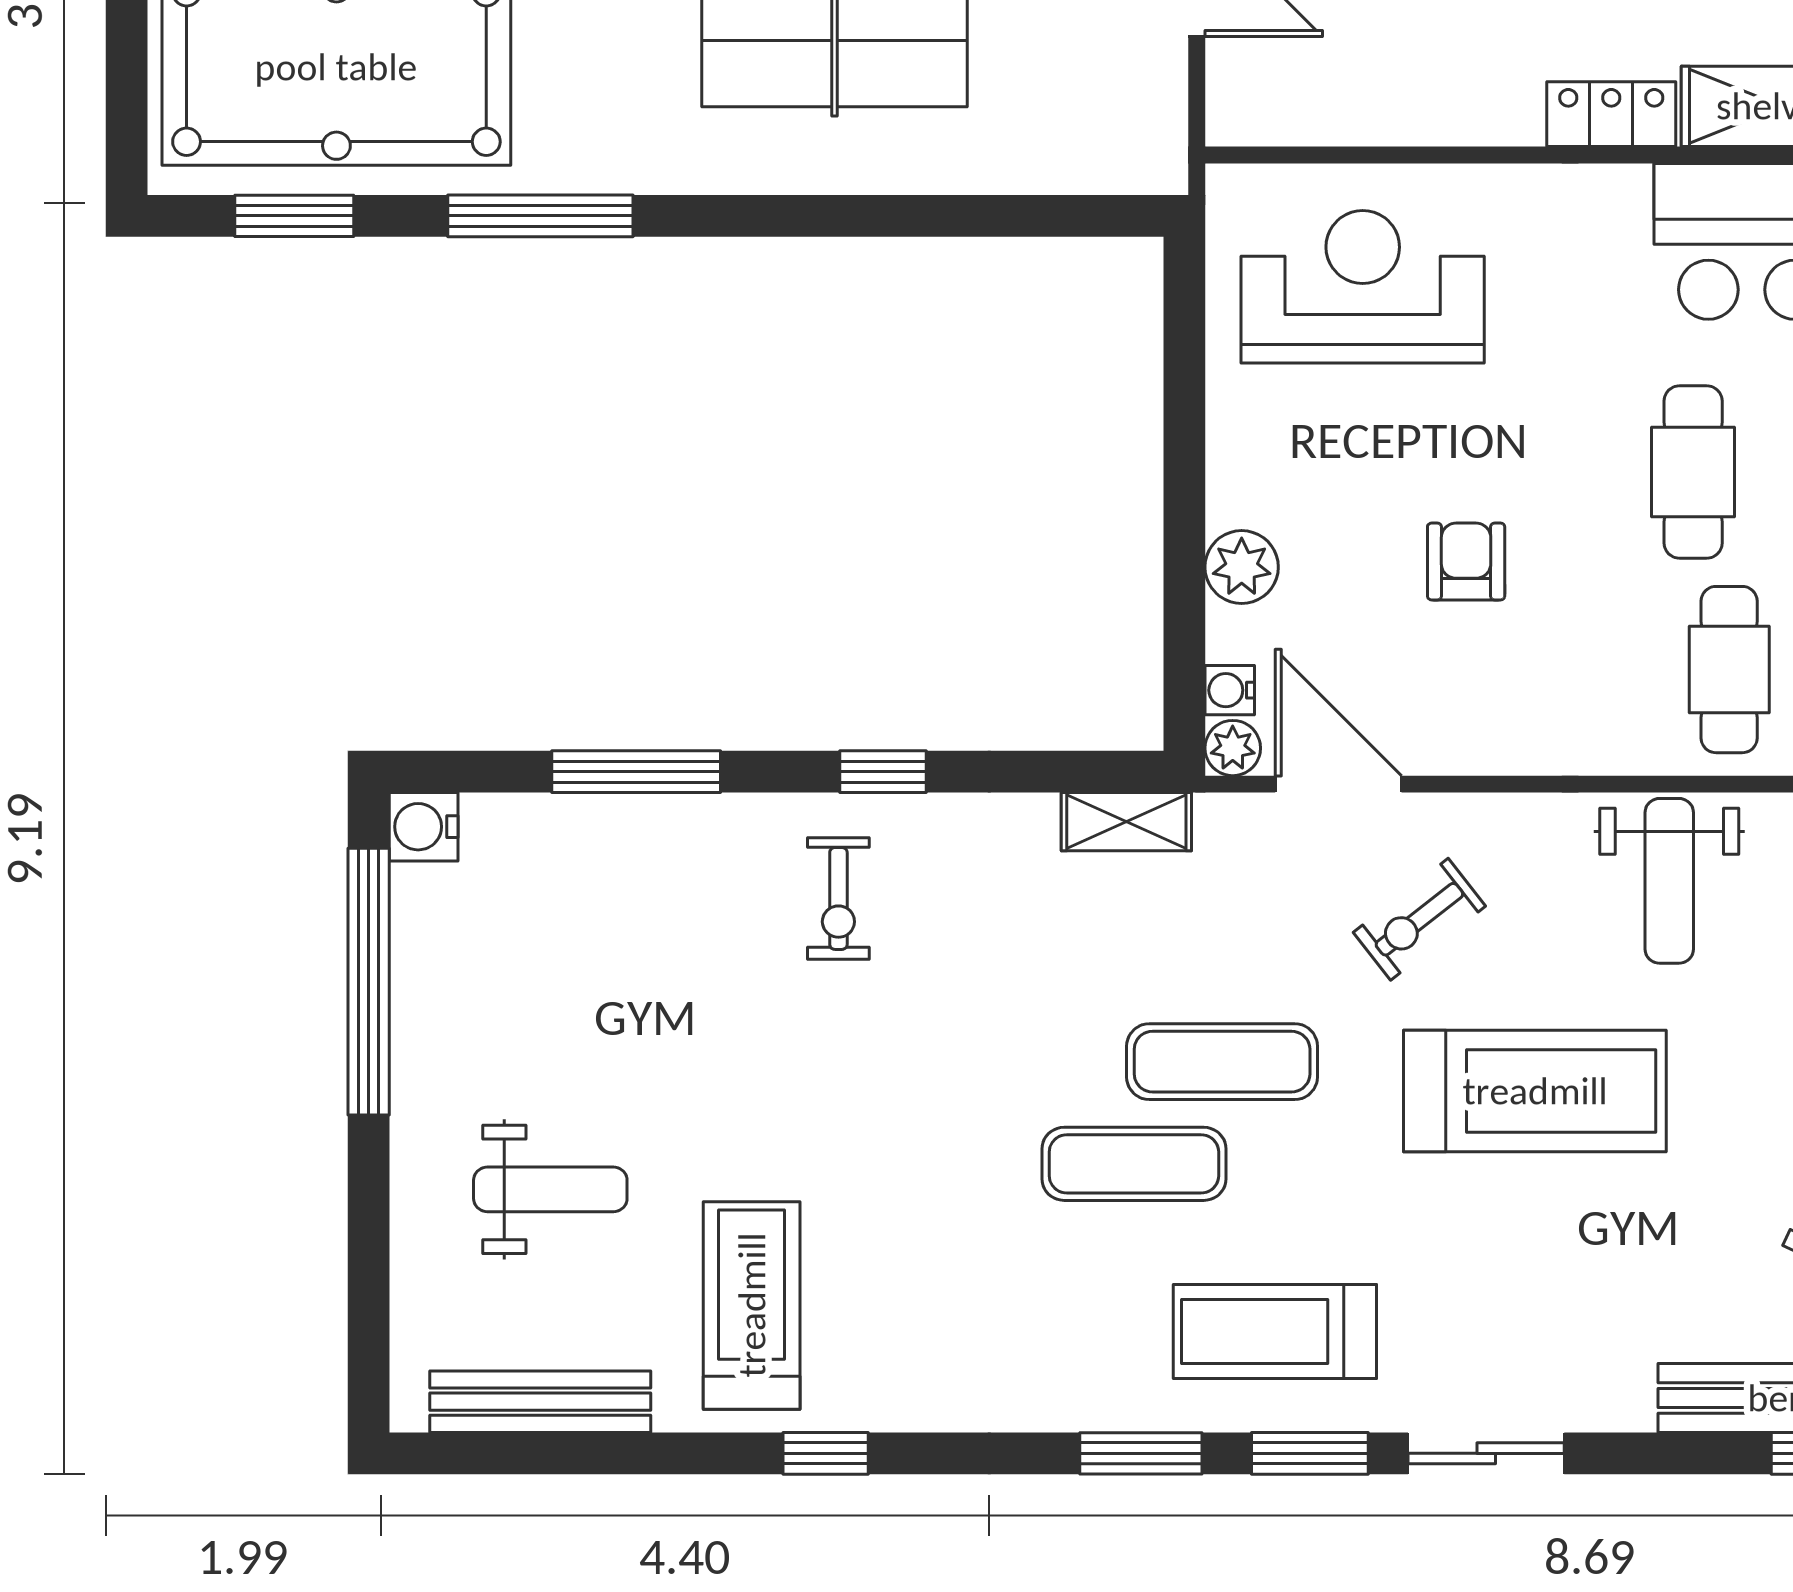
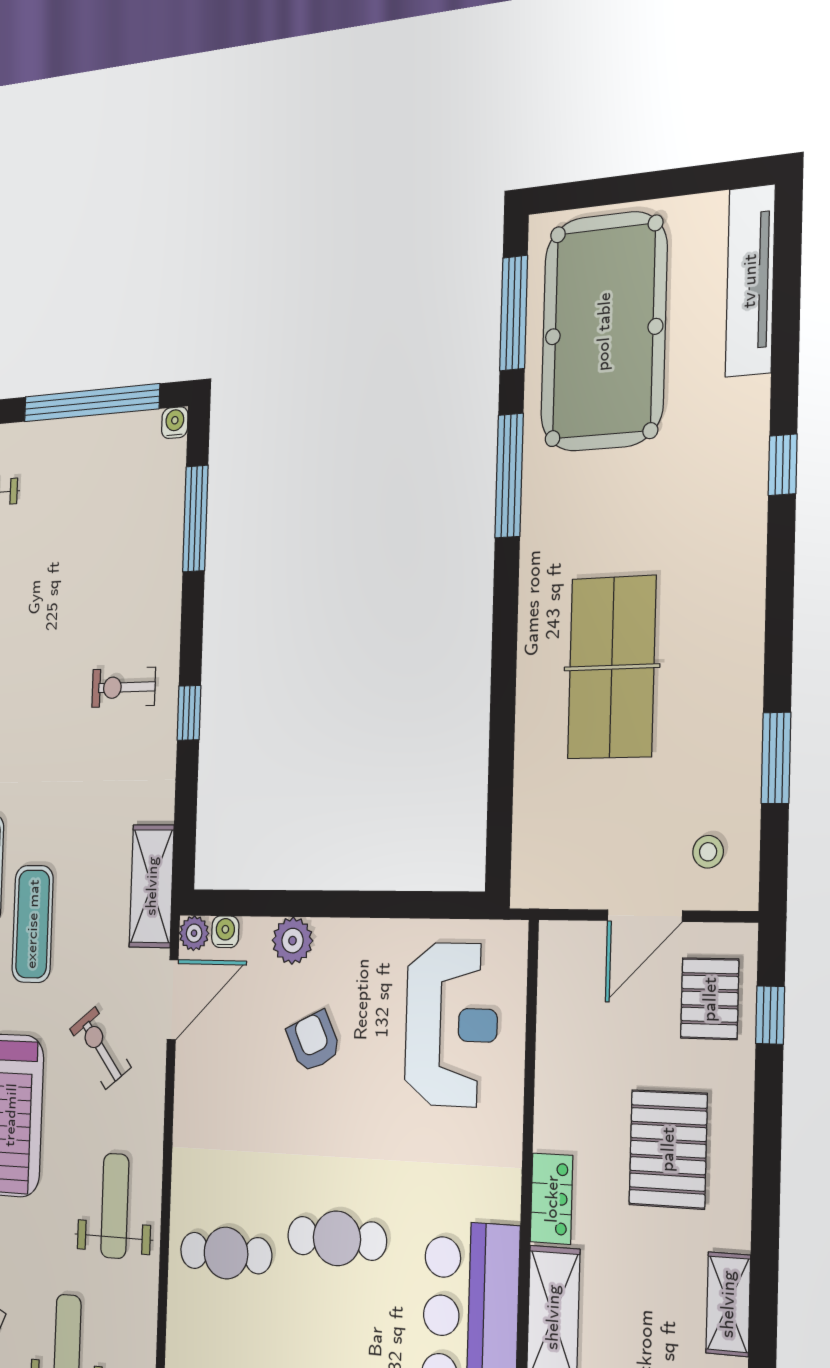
window: (294, 216) -> (514, 313), width x1.44
armchair: (1466, 561) -> (314, 1041), moved, turned -116
window: (636, 772) -> (195, 519), moved
shelving: (1126, 822) -> (152, 886), width x1.50, depth x1.33
water cooler: (424, 827) -> (175, 423), width x0.72, depth x0.72
weight bench: (1669, 881) -> (115, 1206), turned 90

